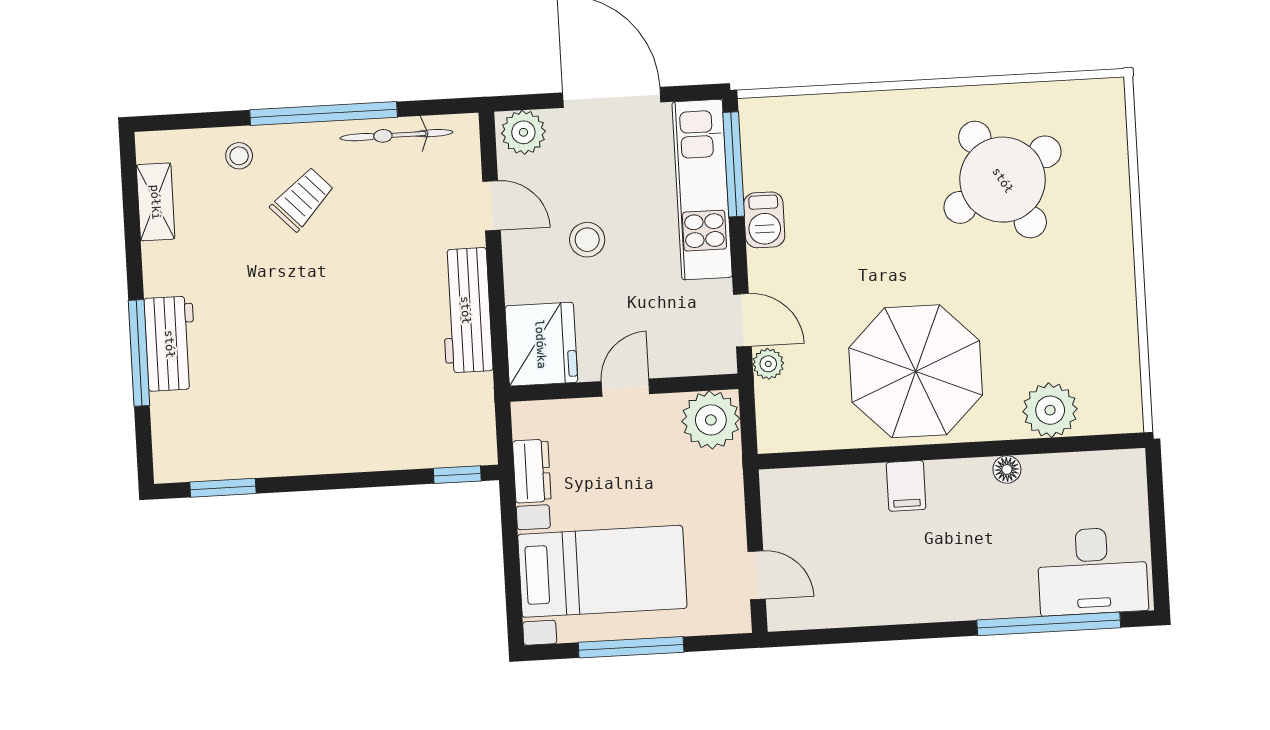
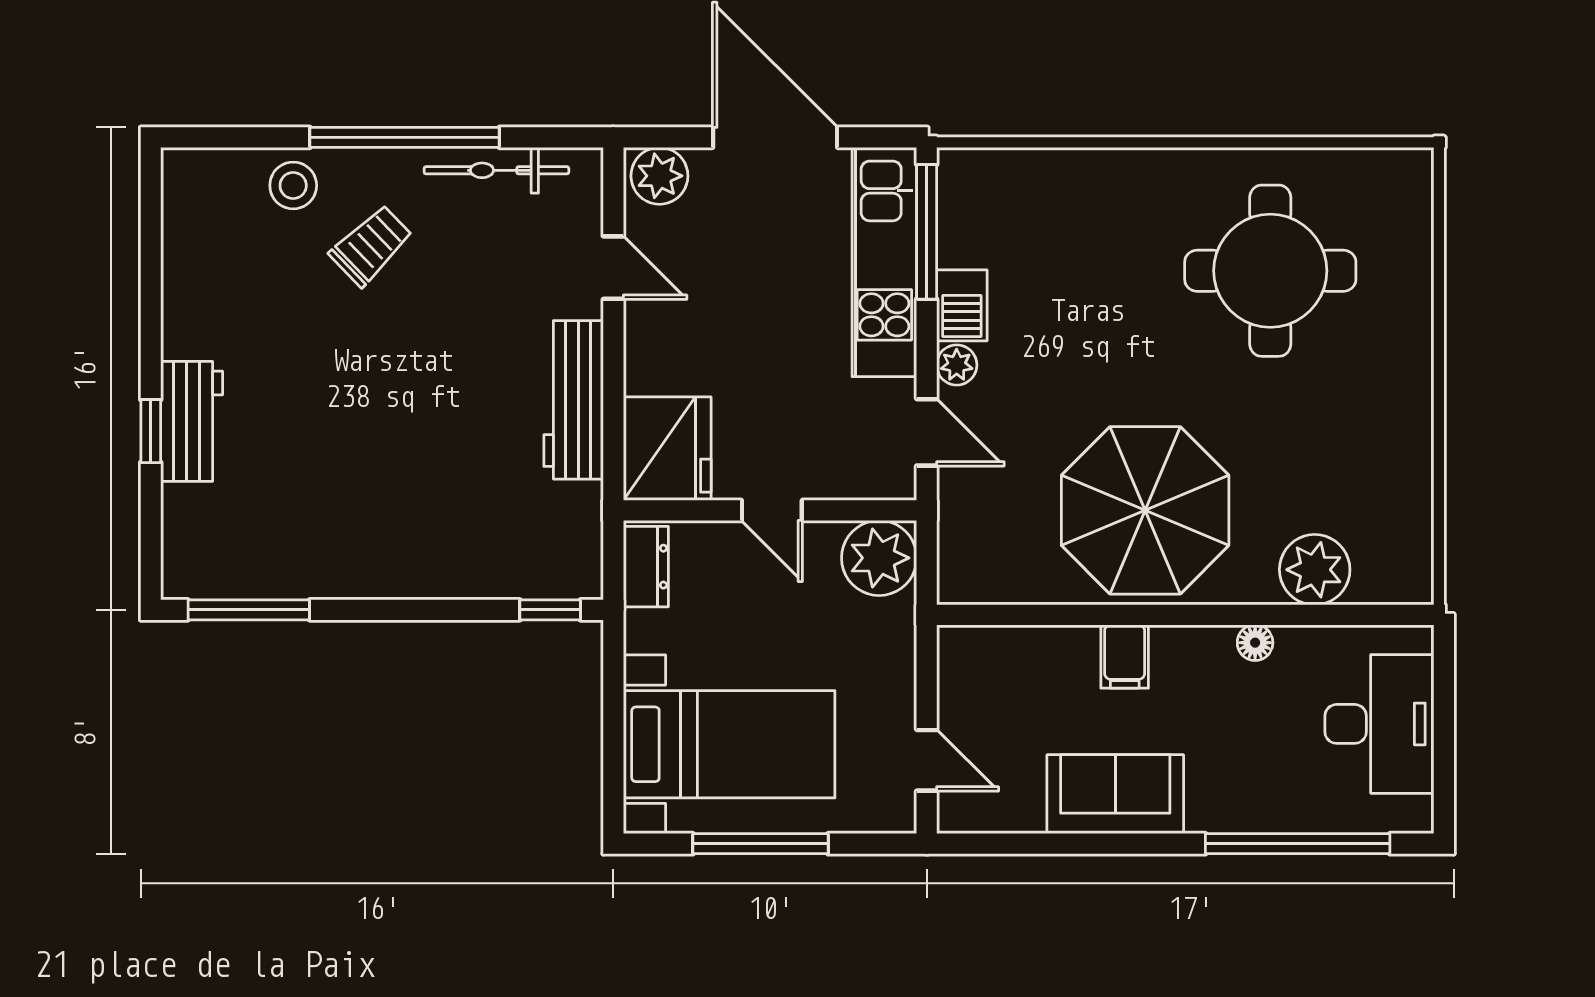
stool: (239, 156) -> (293, 185), width x1.37, depth x1.37
round table: (1003, 180) -> (1270, 271), turned 30
shelving: (156, 202) -> (183, 239), removed
stool: (587, 240) -> (733, 318), removed
window: (139, 353) -> (151, 431), width x0.46
plant: (768, 364) -> (957, 365), moved
door: (625, 388) -> (772, 510), swing flipped
dresser: (532, 471) -> (646, 567), moved
window: (223, 488) -> (249, 610), width x1.44
desk: (1093, 571) -> (1379, 724), moved, turned -90
sofa: (905, 593) -> (1115, 794), added

